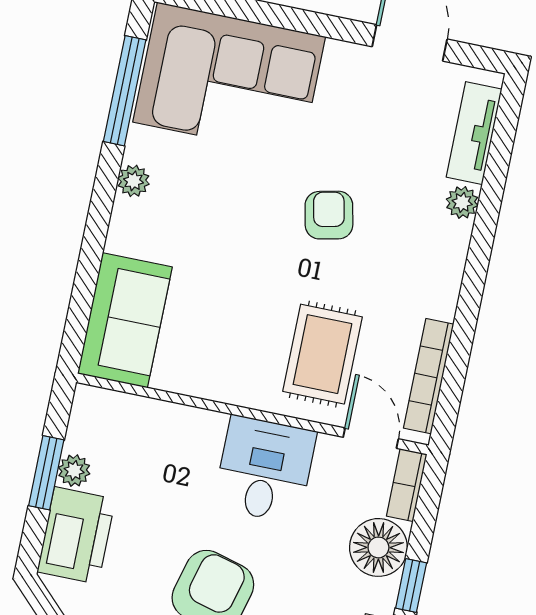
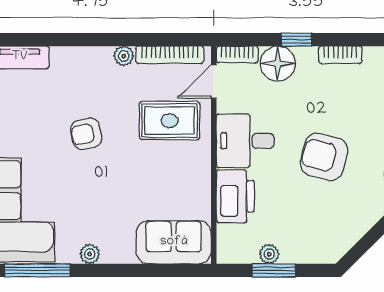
plant: (462, 202) -> (124, 56), moved
printer: (76, 536) -> (235, 196), moved, turned 90

